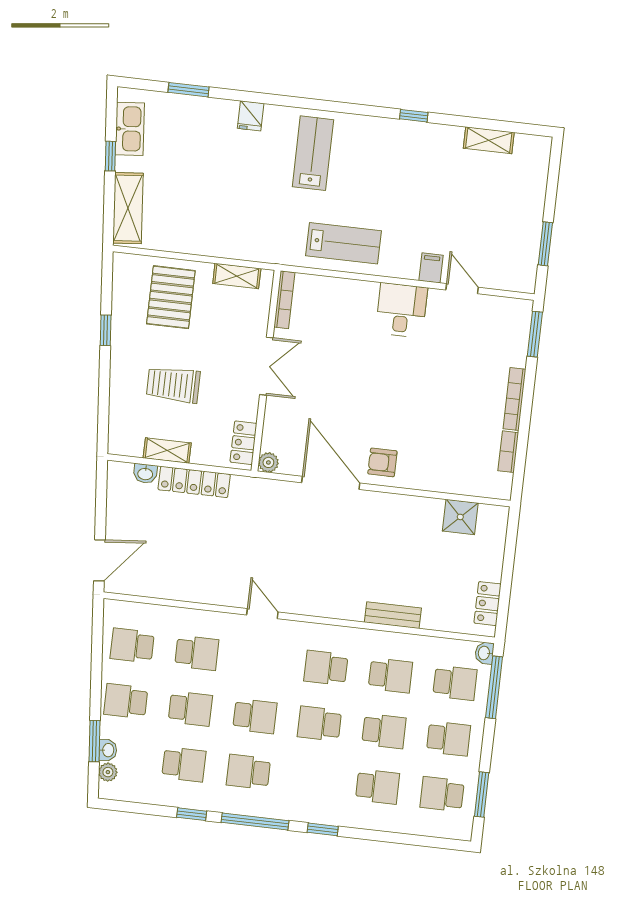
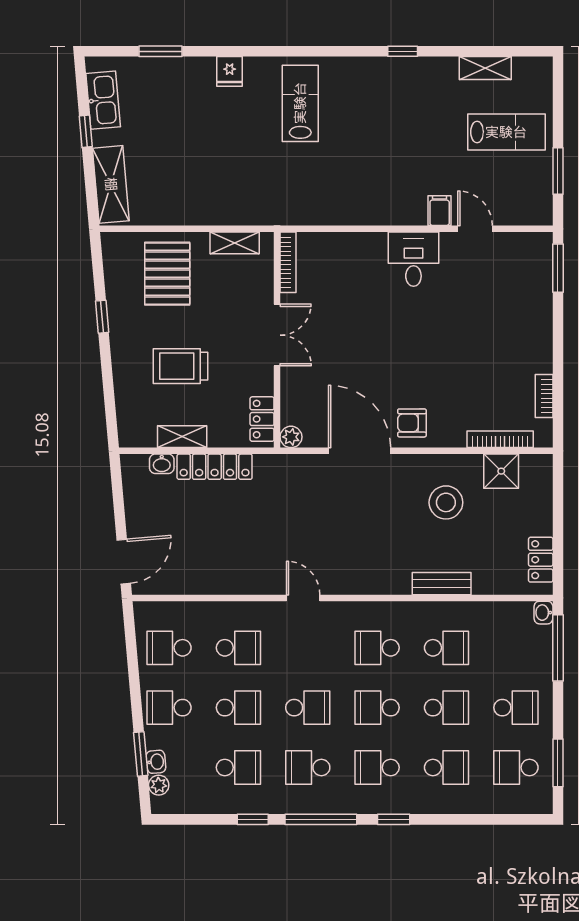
lab bench: (344, 243) -> (506, 132), moved
bookcase: (515, 399) -> (500, 439), moved, turned 90
stool: (405, 540) -> (446, 502), added
school desk: (455, 683) -> (377, 767), moved, turned 180

